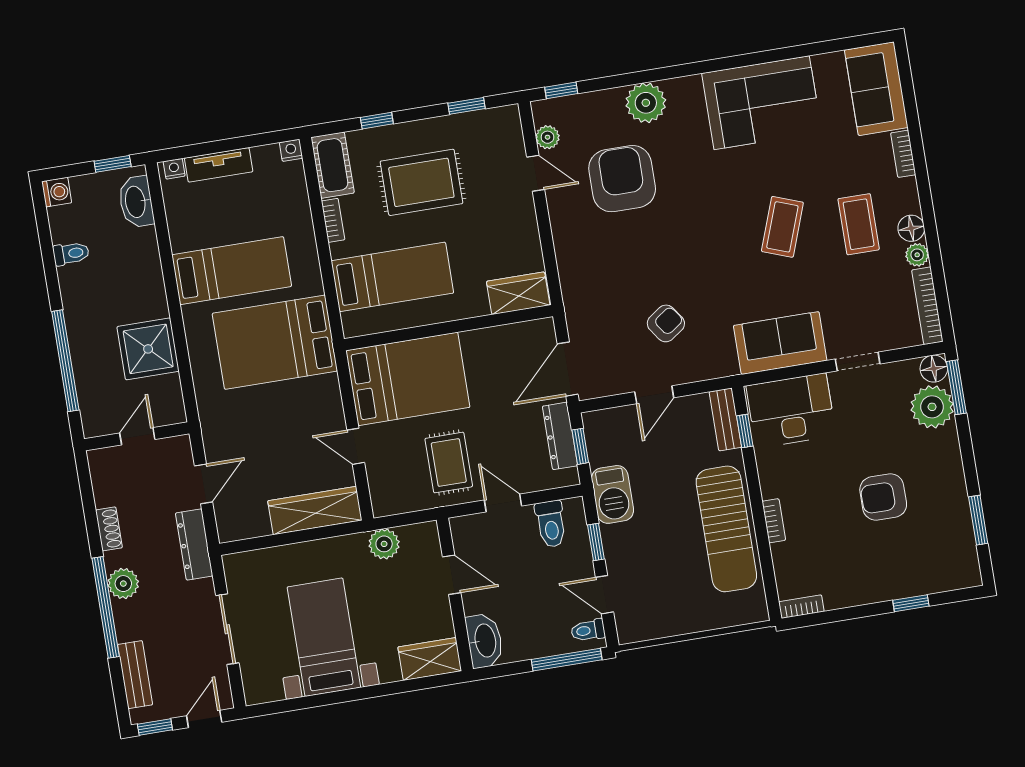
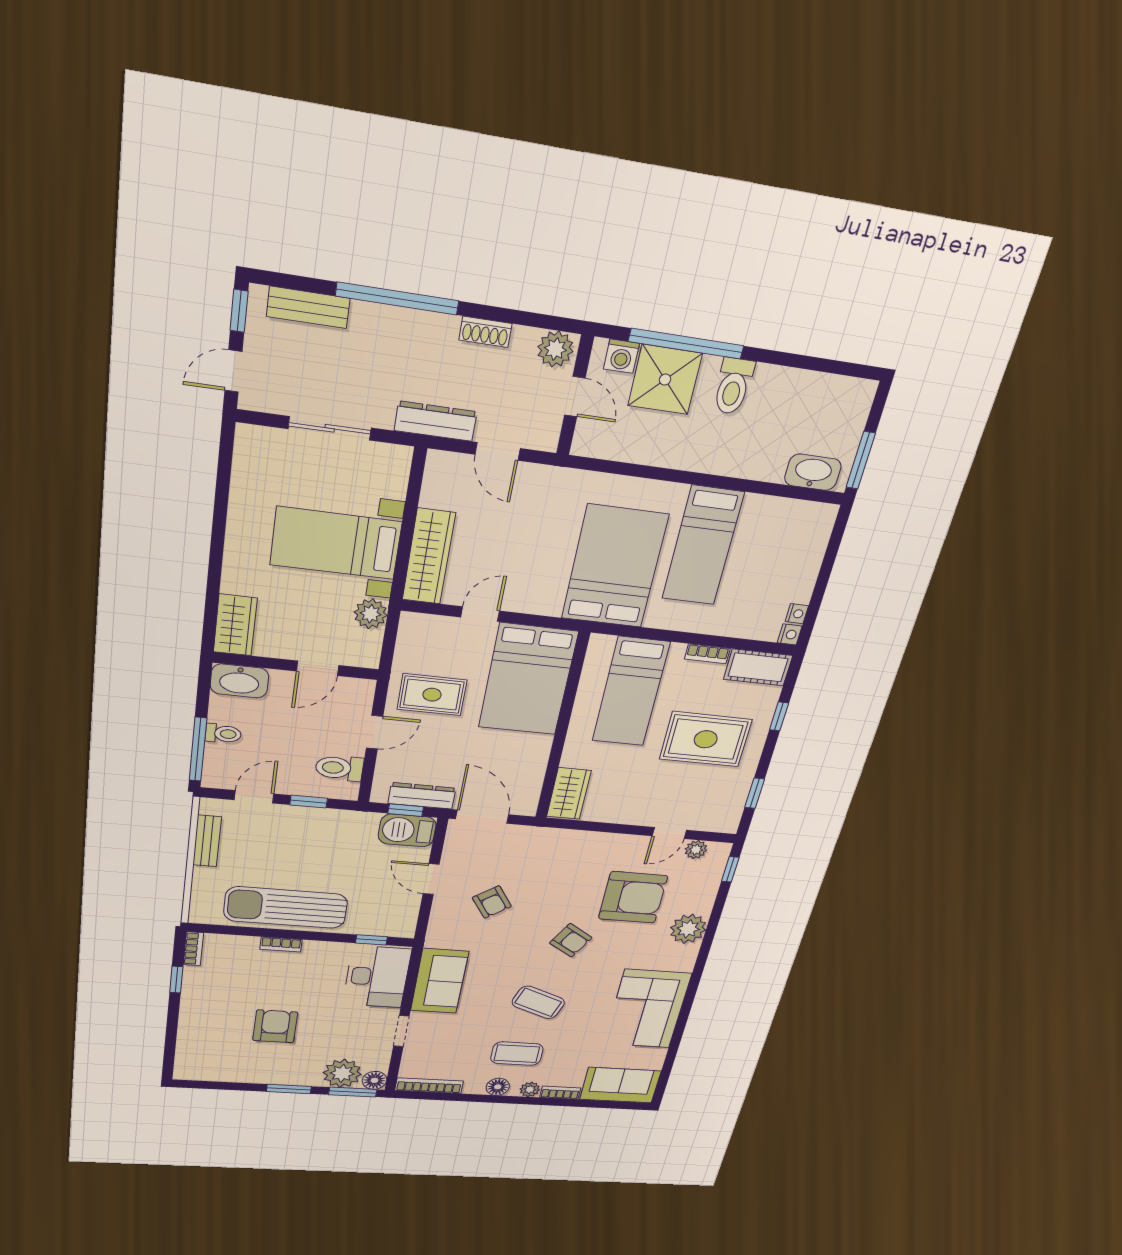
window: (113, 164) -> (861, 460), width x1.50
tv unit: (219, 165) -> (809, 564), removed
nightstand: (174, 169) -> (797, 614), moved
rug: (421, 182) -> (706, 739), turned 90
washing machine: (57, 192) -> (621, 356), moved
armchair: (693, 223) -> (571, 940), added
toilet: (71, 253) -> (733, 386), moved, width x1.37, depth x1.39
plant: (917, 255) -> (530, 1089), moved
shower: (148, 349) -> (665, 380), moved
bench: (725, 419) -> (207, 841), moved, turned 90
barbecue: (613, 494) -> (407, 830), moved
window: (978, 520) -> (289, 1089), moved
plant: (123, 584) -> (555, 349), moved
window: (911, 603) -> (176, 980), moved
toilet: (588, 630) -> (223, 734), moved, turned 90
bed with nightstands: (324, 637) -> (336, 543), moved, turned 180
door: (204, 719) -> (233, 371), swing flipped

